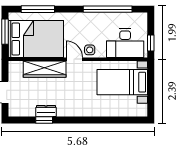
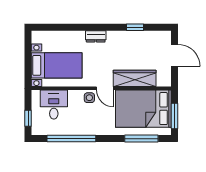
desk: (125, 43) -> (54, 105), width x0.73
window: (151, 43) -> (28, 118), moved
dresser: (46, 111) -> (96, 36), moved

